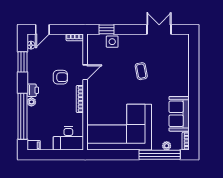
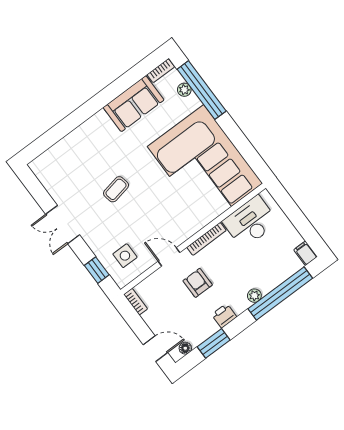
double door: (159, 29) -> (63, 225), moved
side table: (112, 42) -> (125, 256), moved
printer: (33, 90) -> (224, 316), moved
desk: (68, 138) -> (250, 222), moved, turned -90

